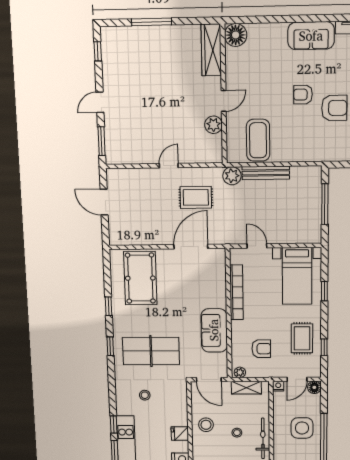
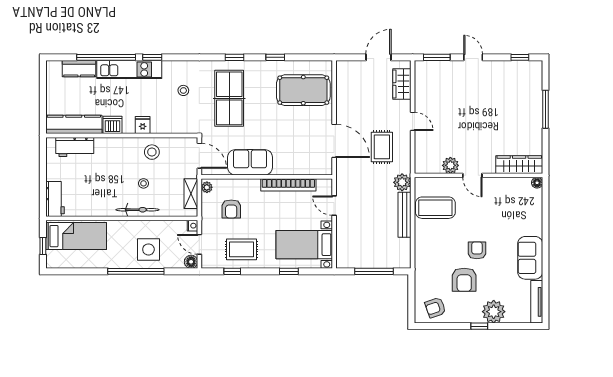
floor lamp: (236, 35) -> (537, 183), width x0.53, depth x0.53
wardrobe: (130, 177) -> (402, 84), added
door: (257, 246) -> (334, 206), swing flipped
door: (209, 380) -> (199, 156), swing flipped

